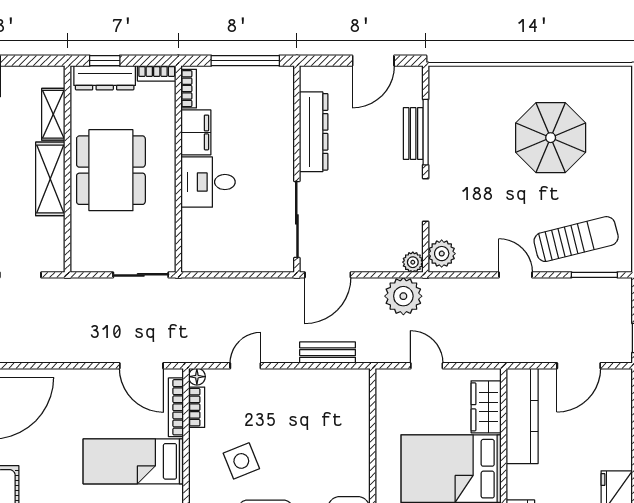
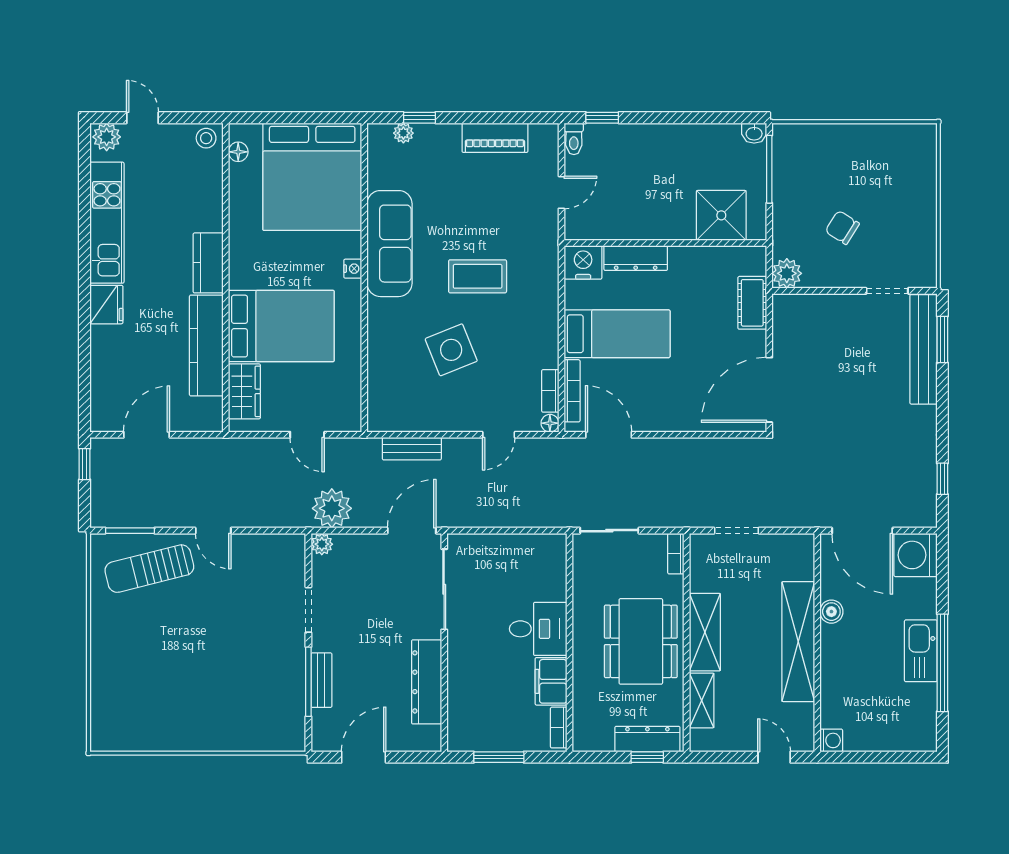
window: (245, 61) -> (499, 757), width x0.69
bookcase: (157, 73) -> (676, 554), moved, turned -90
parasol: (551, 138) -> (176, 676), removed
plant: (442, 254) -> (291, 553), removed
kitchen counter: (522, 416) -> (206, 345), moved
side table: (241, 461) -> (451, 350), moved, width x1.37, depth x1.37

